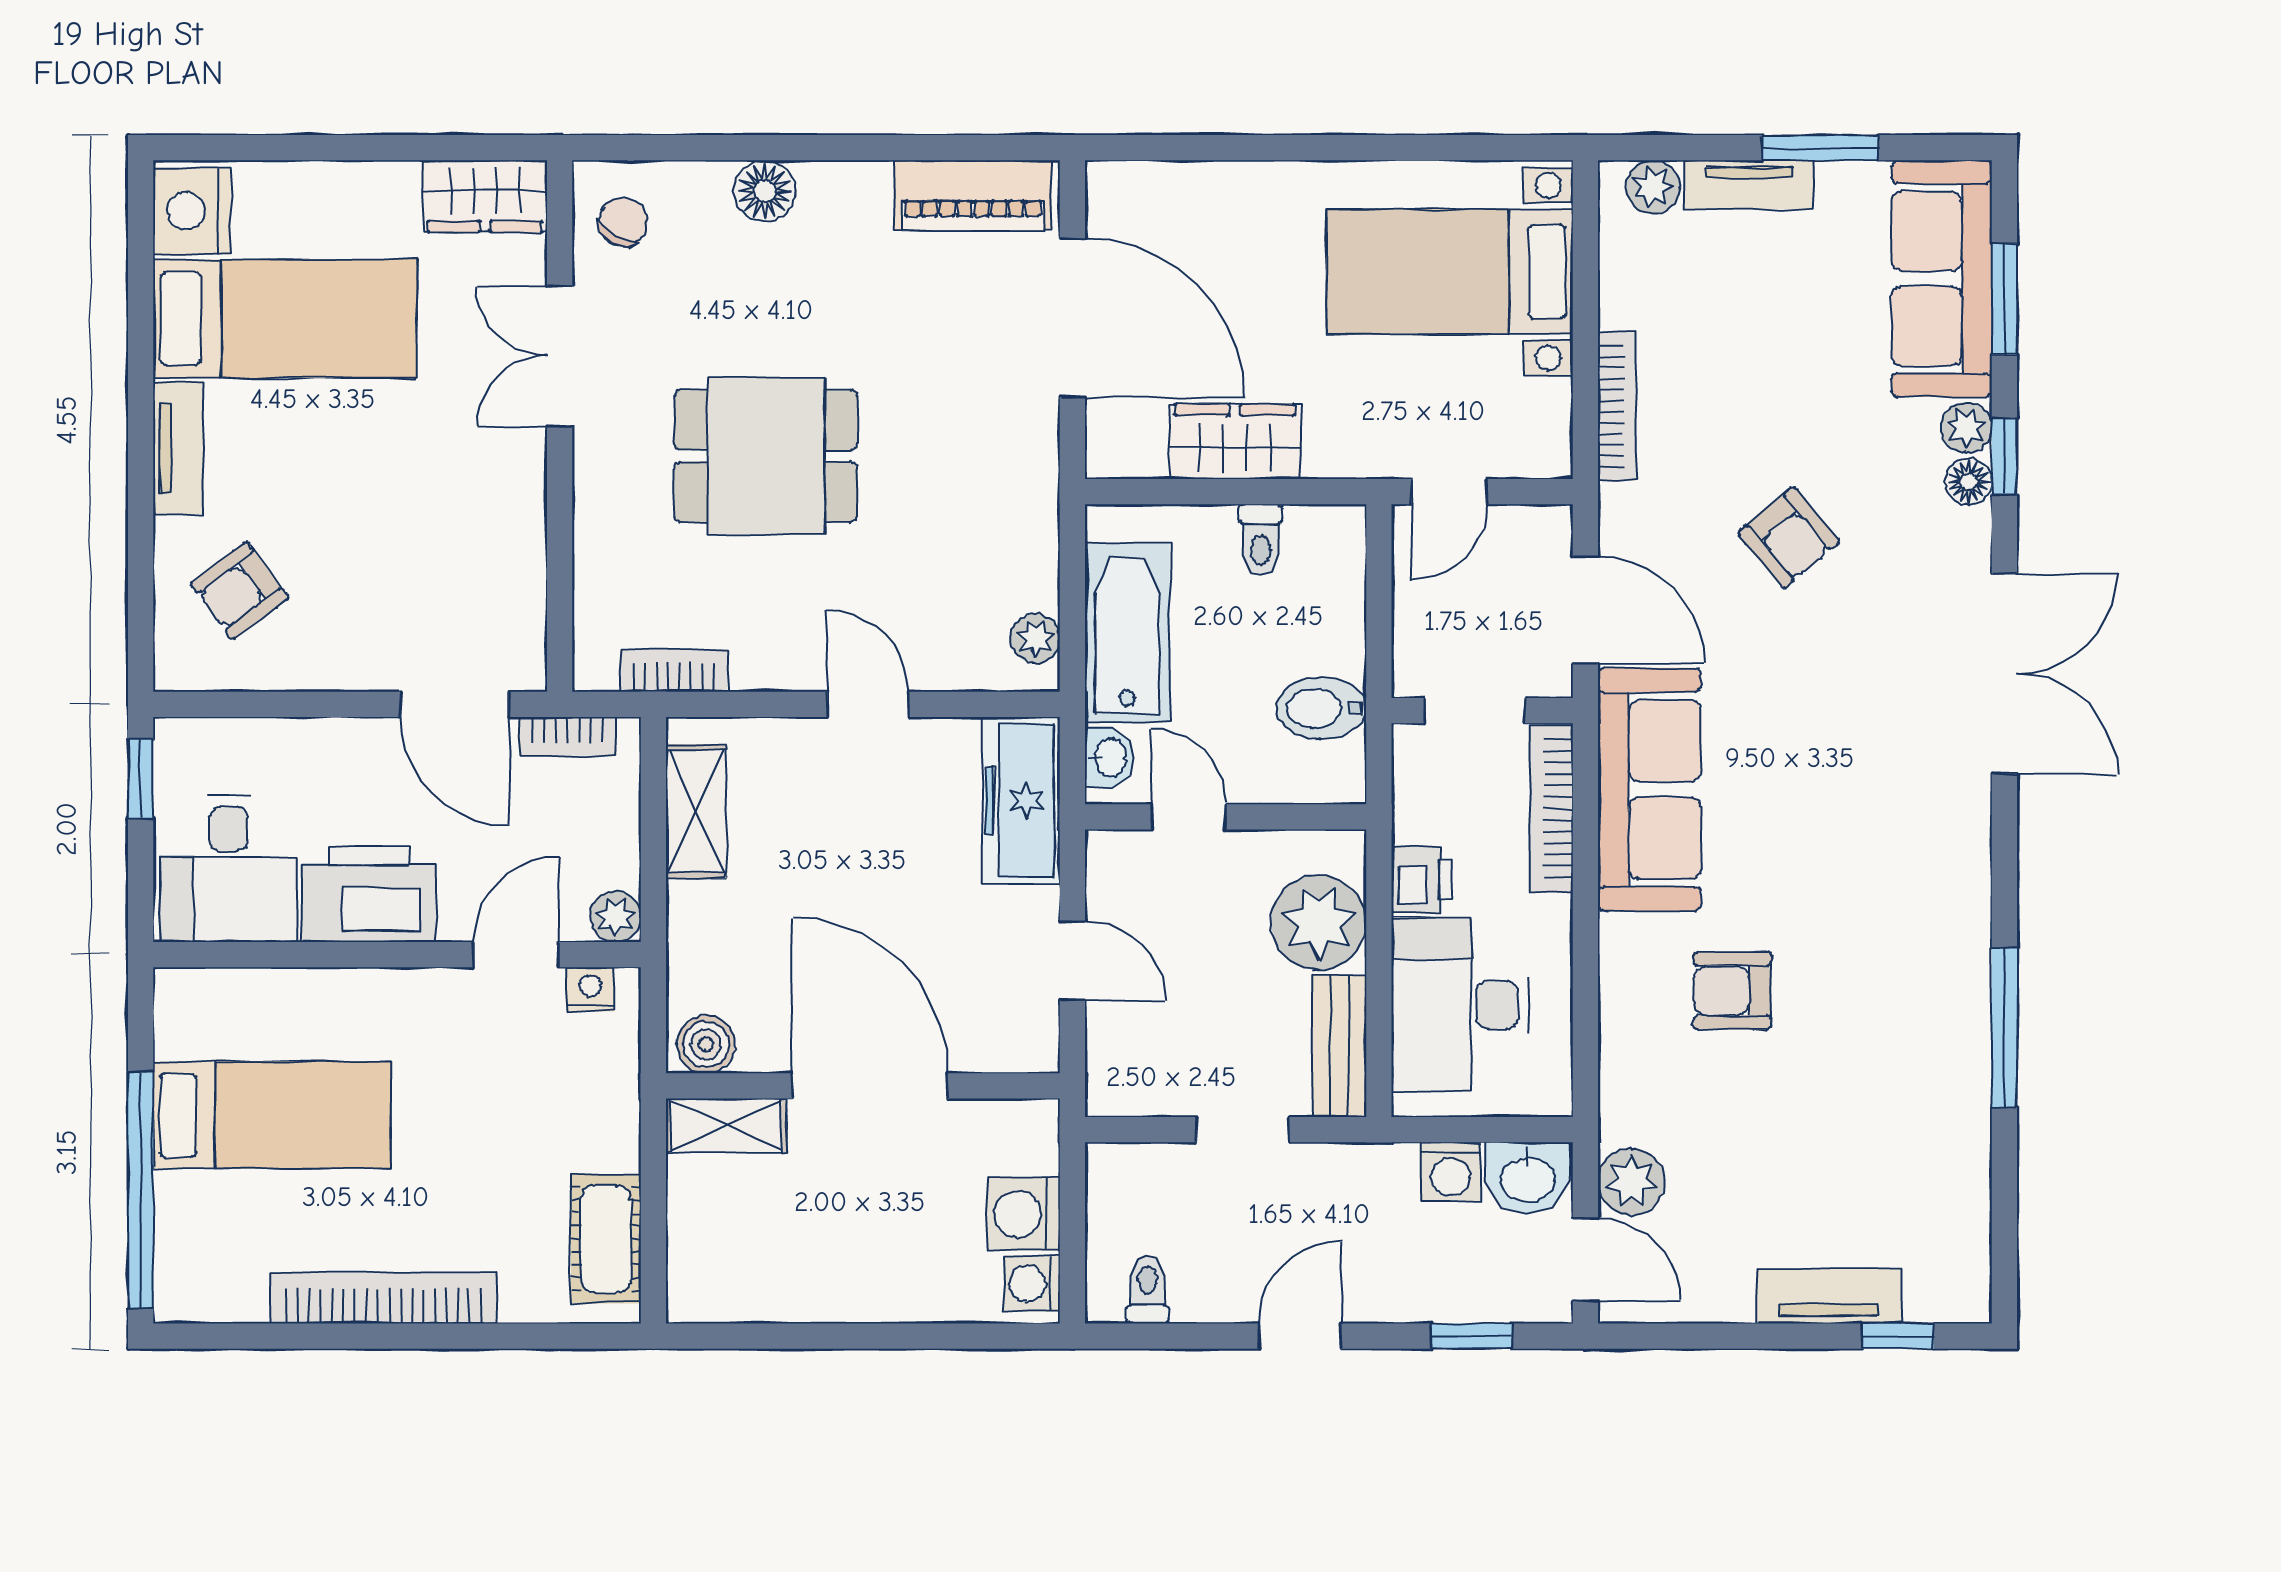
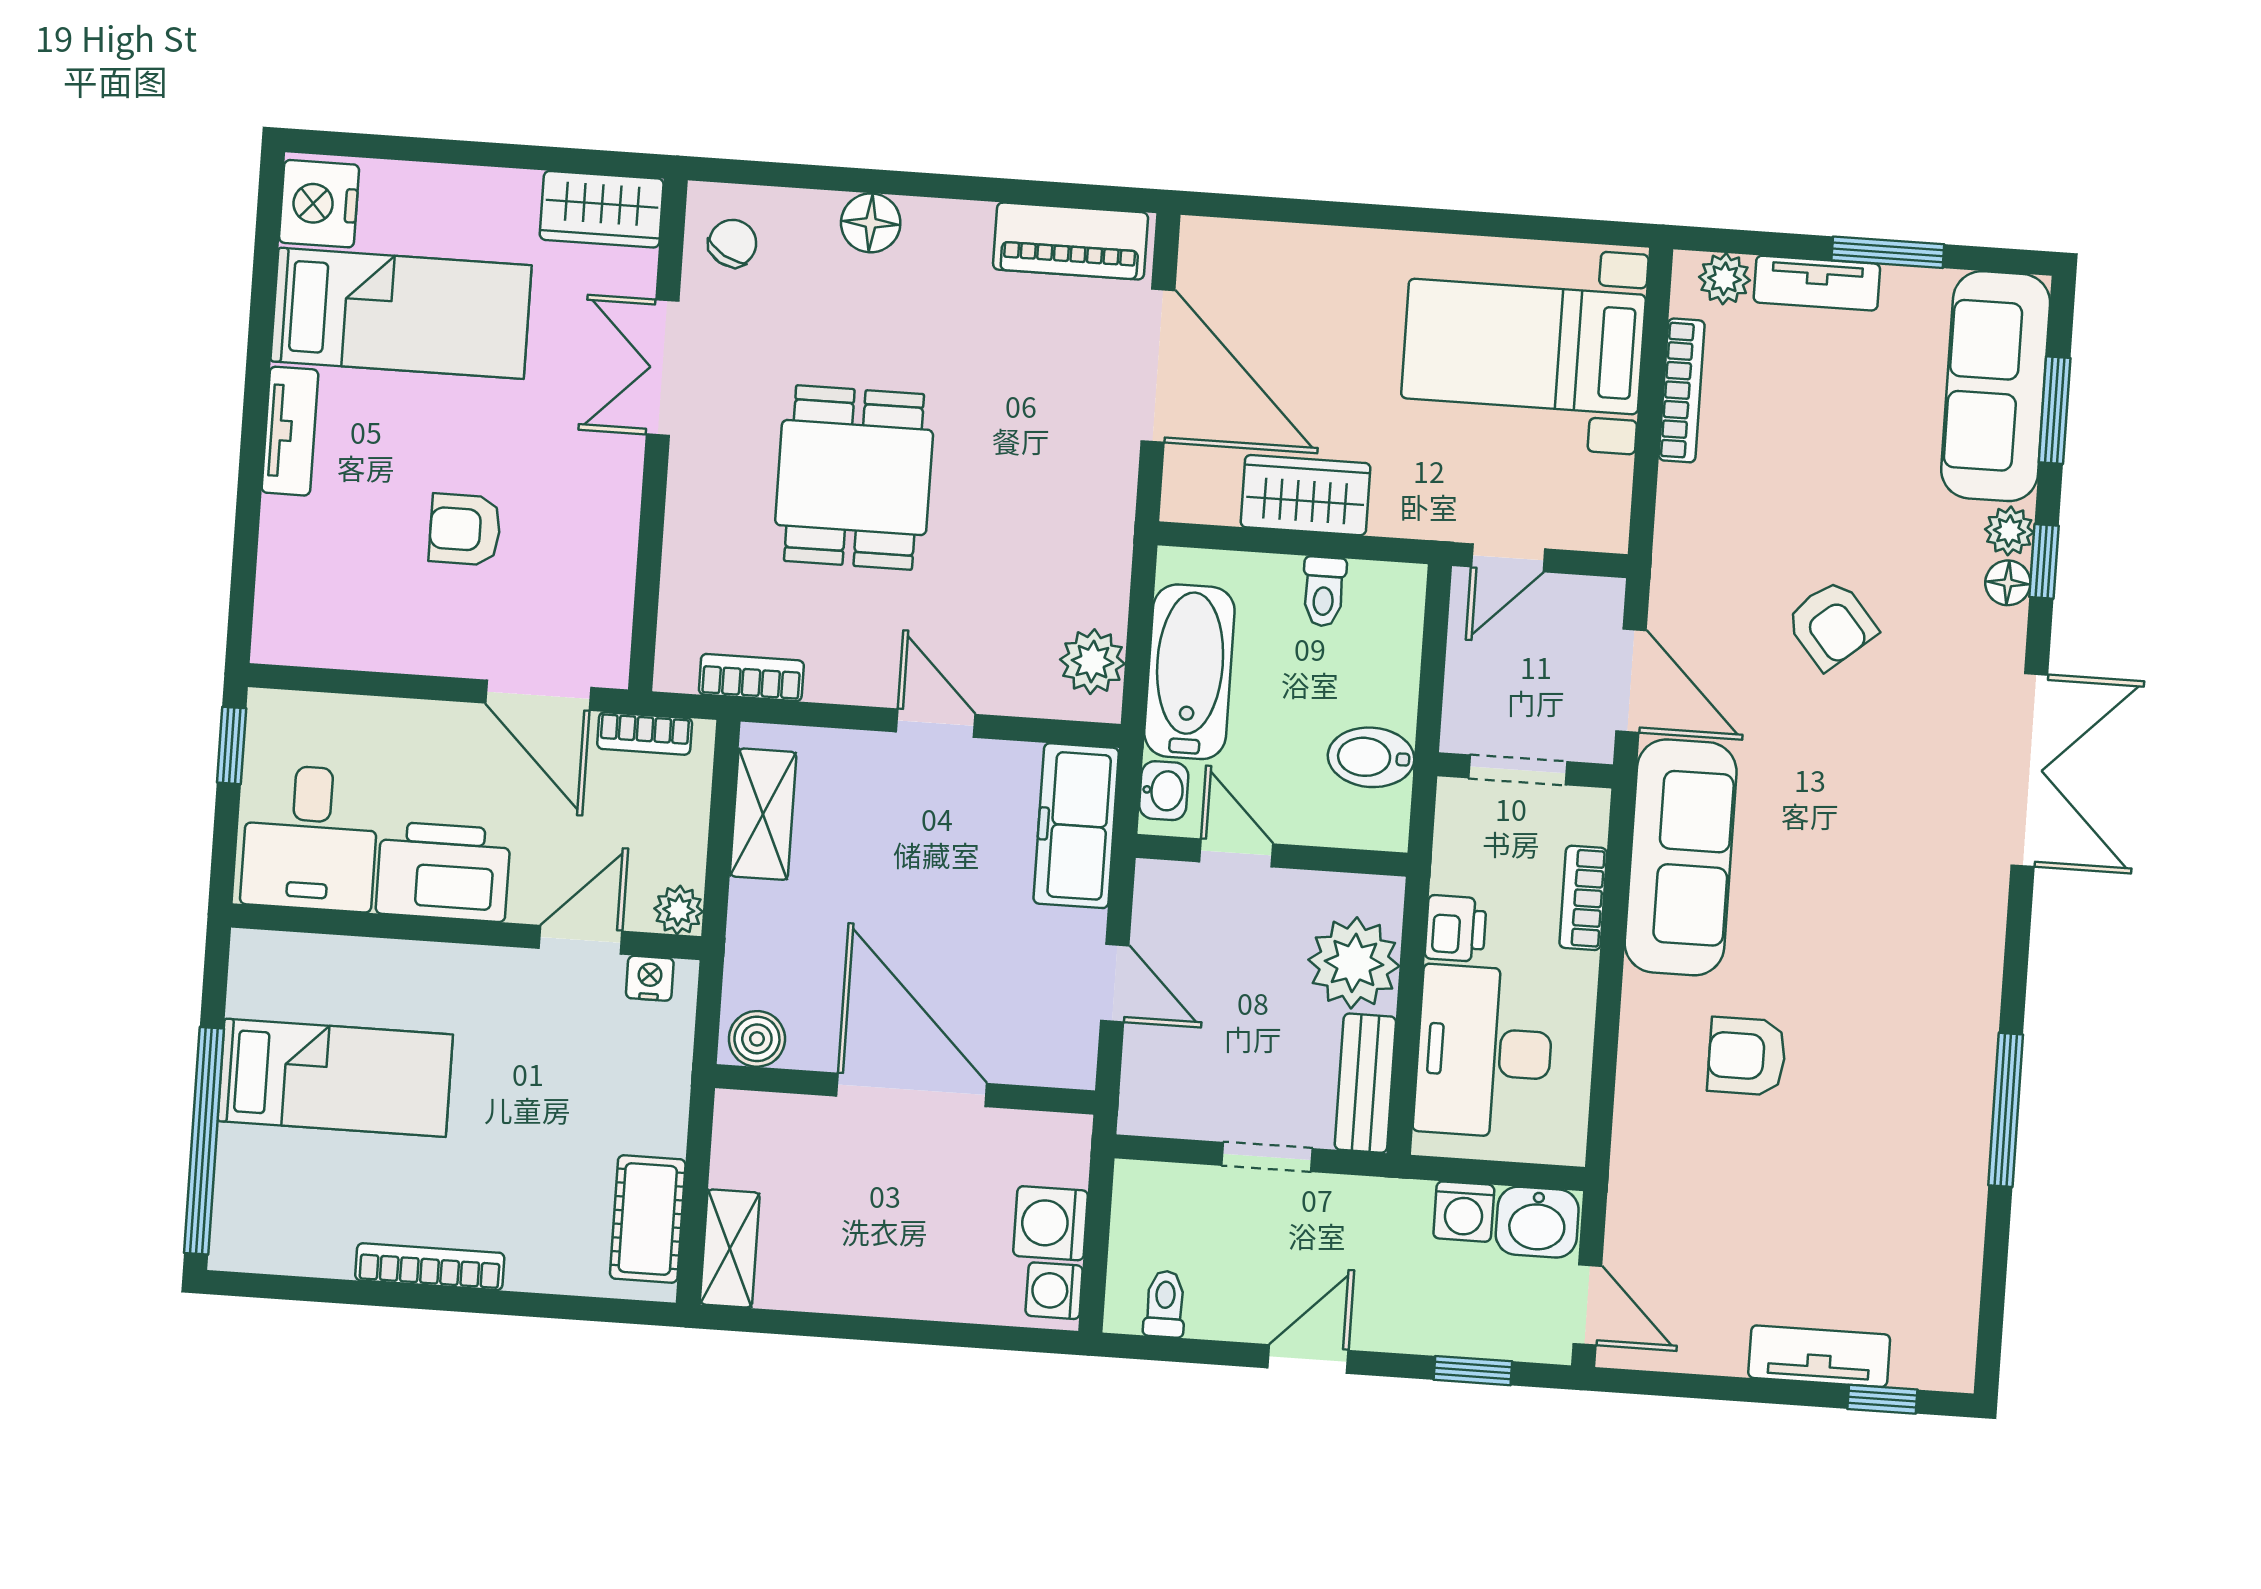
bookcase: (1617, 406) -> (1682, 390), moved
dining table: (766, 456) -> (854, 478), turned 90
armchair: (239, 590) -> (465, 529), moved, turned 37
plant: (1035, 638) -> (1092, 662), width x1.38, depth x1.38
bookcase: (1552, 809) -> (1583, 898), width x0.64
shelving: (726, 1125) -> (730, 1248), moved, turned 90
plant: (1631, 1181) -> (1637, 1233), removed
bookcase: (384, 1298) -> (430, 1267), width x0.68, depth x0.76

